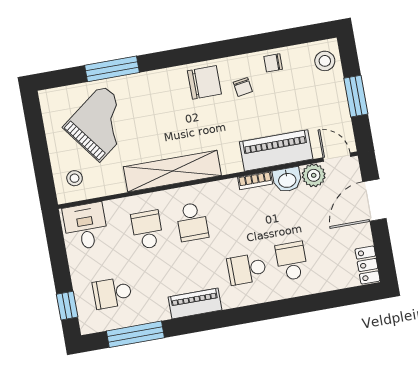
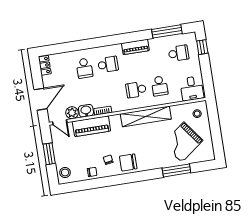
school desk: (192, 222) -> (136, 90), turned -90

